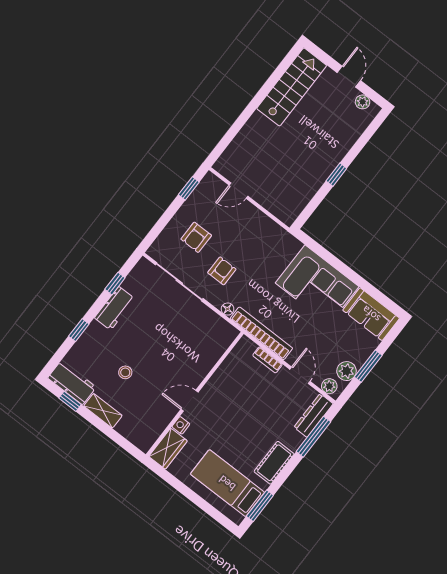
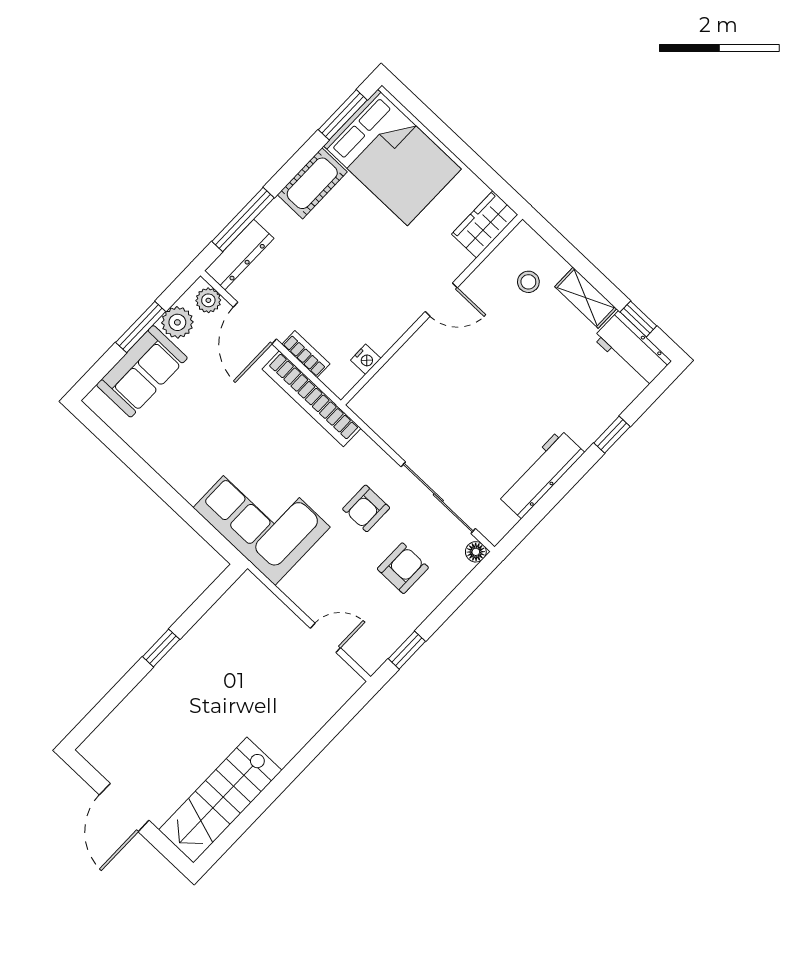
door: (349, 77) -> (124, 808), width x1.38
plant: (363, 102) -> (106, 764), removed
window: (115, 284) -> (545, 505), removed
corner sofa: (317, 285) -> (262, 517), moved
workbench: (115, 308) -> (541, 474), width x1.38
floor lamp: (228, 309) -> (476, 552), moved
sofa: (371, 314) -> (142, 371), moved, turned 90
stool: (125, 372) -> (528, 282), moved
door: (300, 375) -> (255, 323), width x1.38
nightstand: (181, 425) -> (366, 359), moved
bed: (227, 483) -> (392, 158), width x1.50

